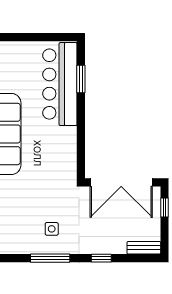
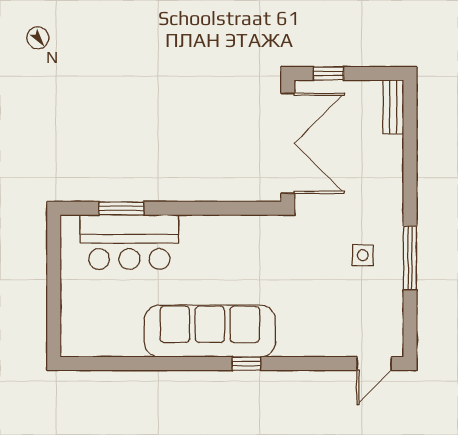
bar counter: (60, 84) -> (129, 242), width x0.73
window: (101, 258) -> (410, 175), removed

